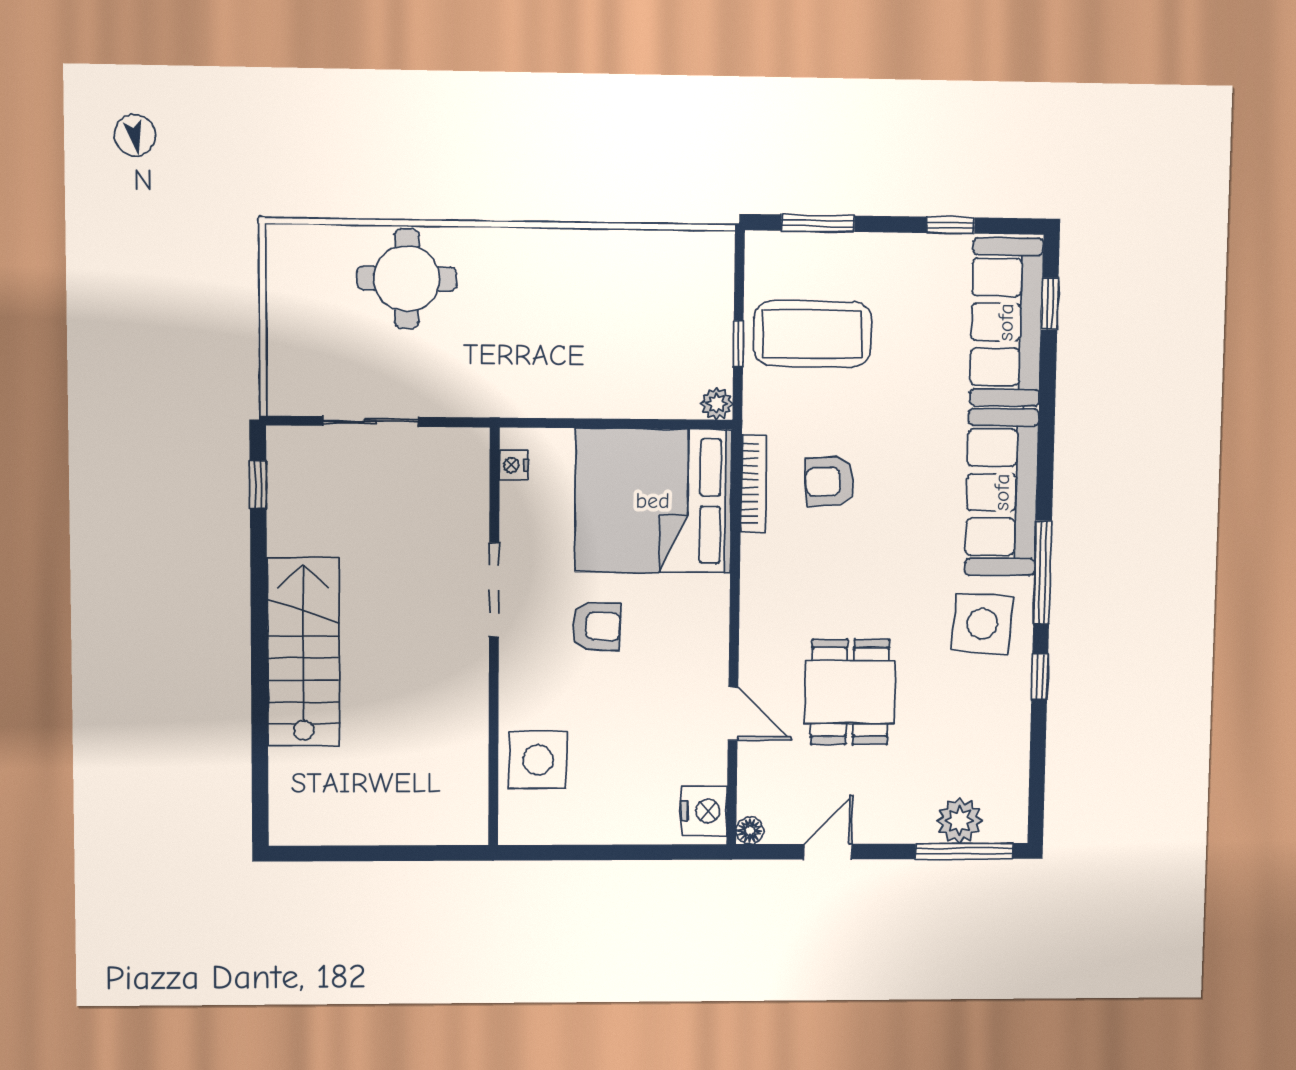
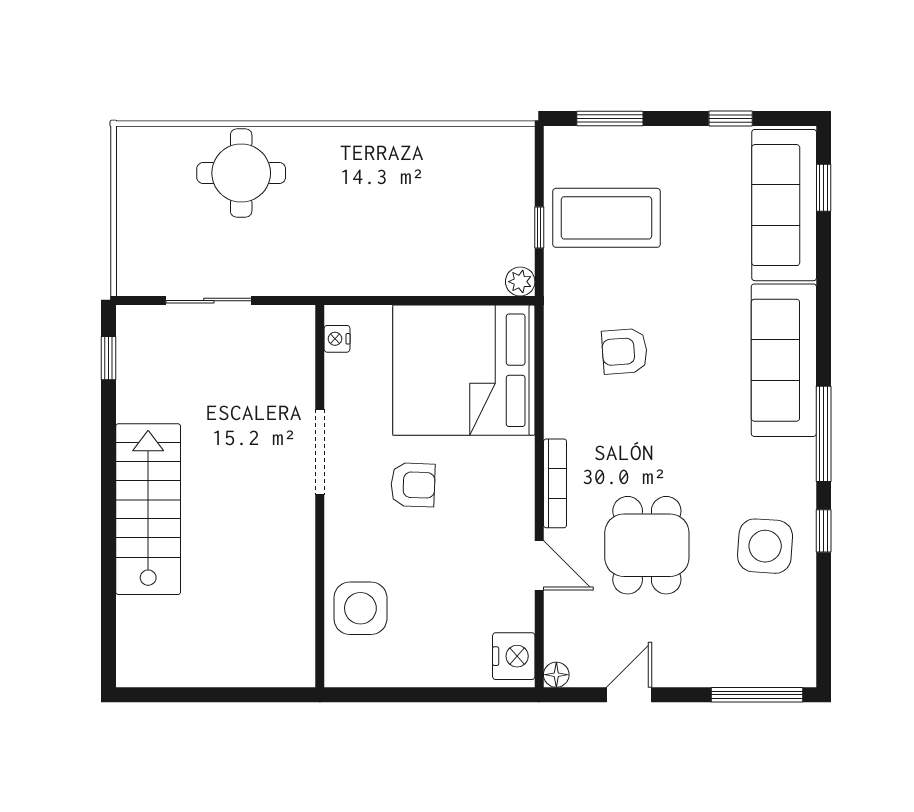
bookcase: (754, 484) -> (555, 483), moved
side table: (982, 624) -> (765, 546), moved
plant: (960, 821) -> (752, 666), removed

